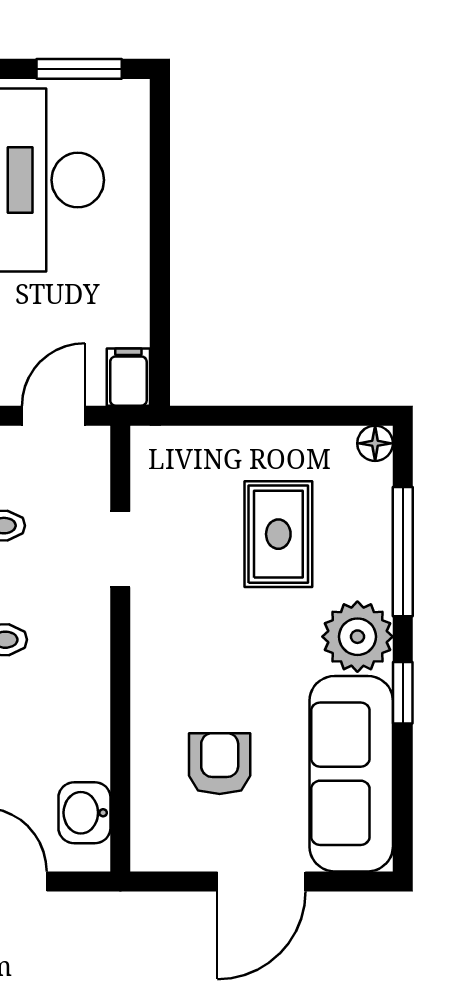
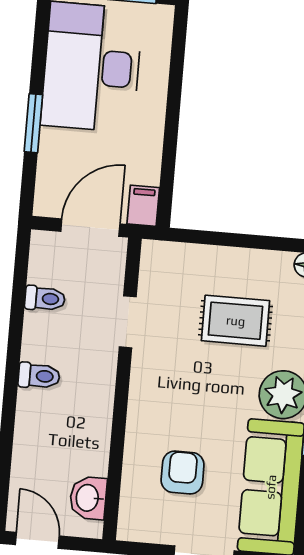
door: (53, 416) -> (90, 228), width x1.38
rug: (278, 534) -> (236, 321), turned 90

